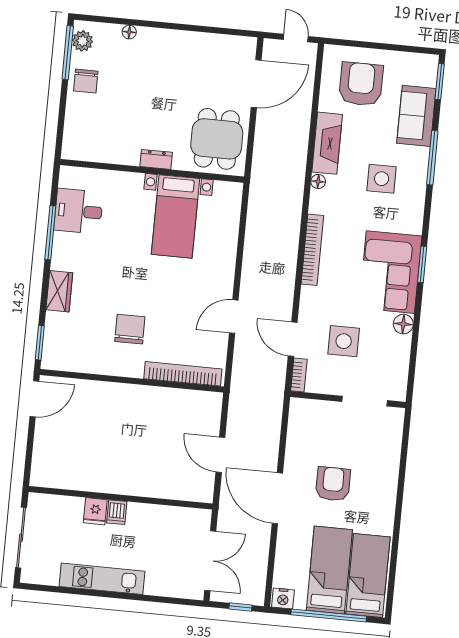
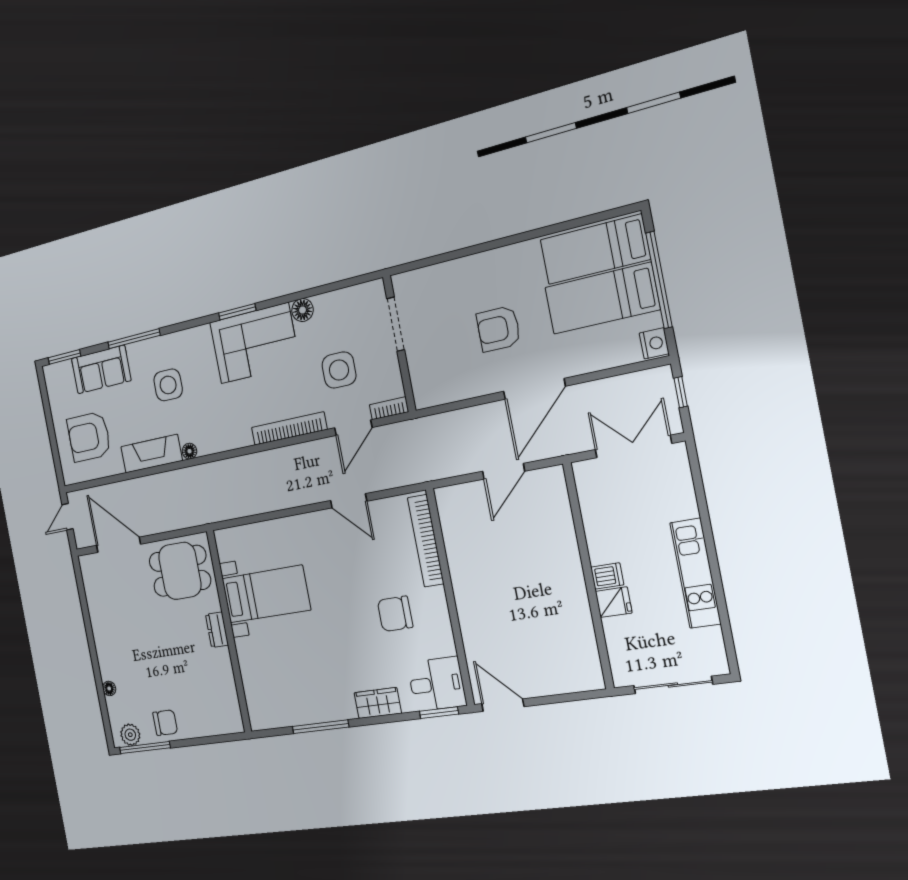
desk: (79, 211) -> (437, 684), moved, turned -90
bookcase: (312, 250) -> (289, 429), moved

